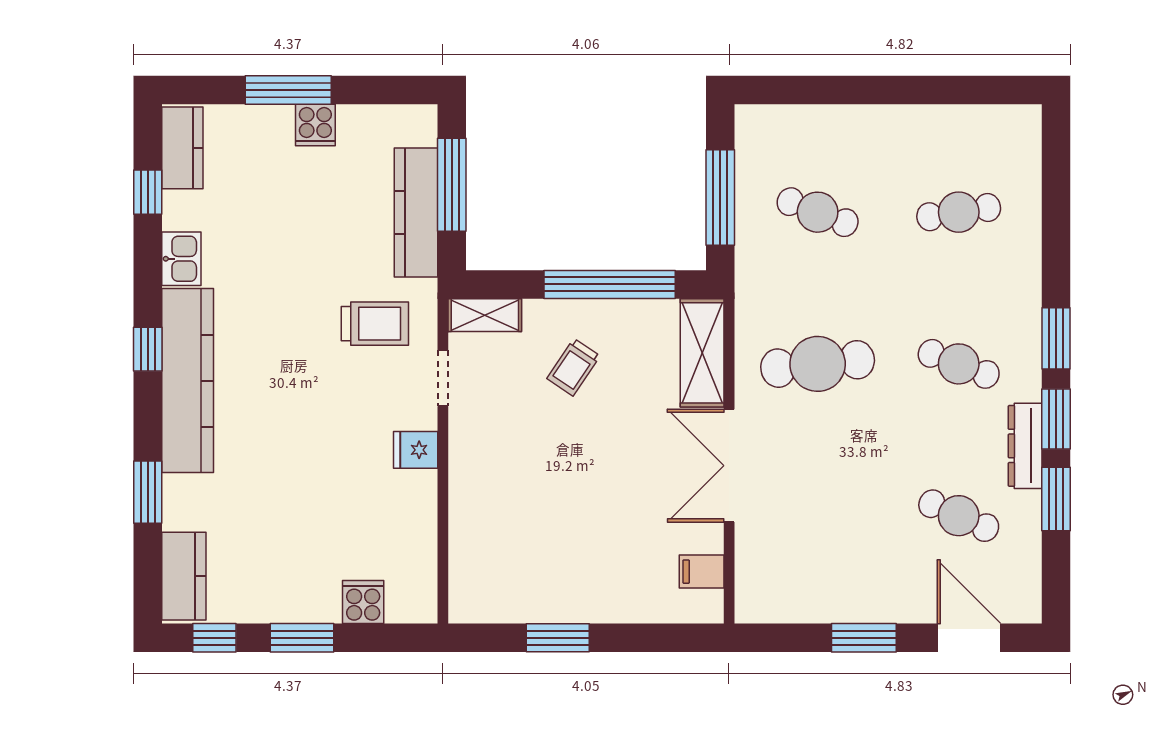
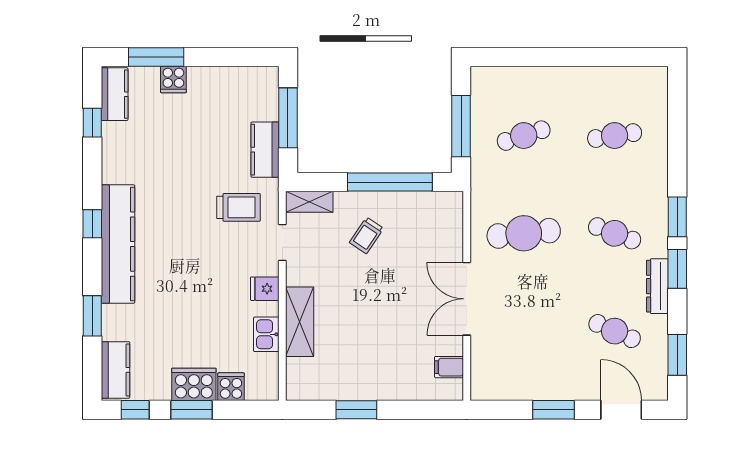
window: (288, 90) -> (156, 57), moved
cooker: (315, 125) -> (173, 79), moved
kitchen counter: (416, 212) -> (265, 150), width x0.67
cafe table: (818, 212) -> (524, 136), turned -39
kitchen sink: (181, 259) -> (266, 334), moved, turned 180
shelving: (702, 353) -> (300, 322), moved
window: (1056, 499) -> (677, 355), moved
cooker: (306, 598) -> (194, 384), added

